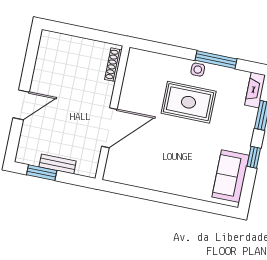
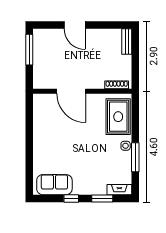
rug: (189, 102) -> (118, 117), moved
bench: (58, 164) -> (127, 41), moved
window: (42, 173) -> (29, 50), width x1.44

